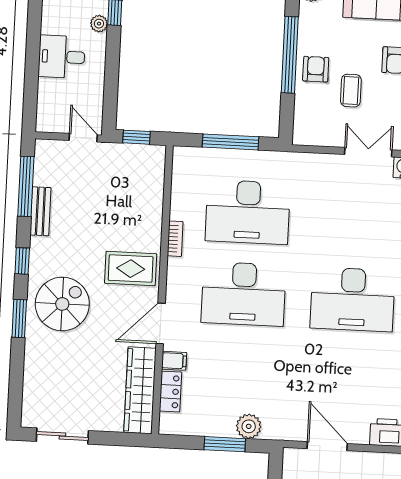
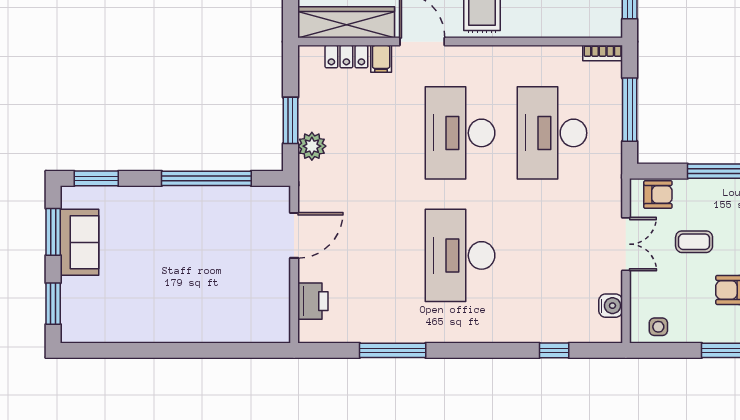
armchair: (316, 69) -> (658, 195), moved
double door: (368, 152) -> (626, 244), moved
bookcase: (175, 239) -> (603, 53), moved

